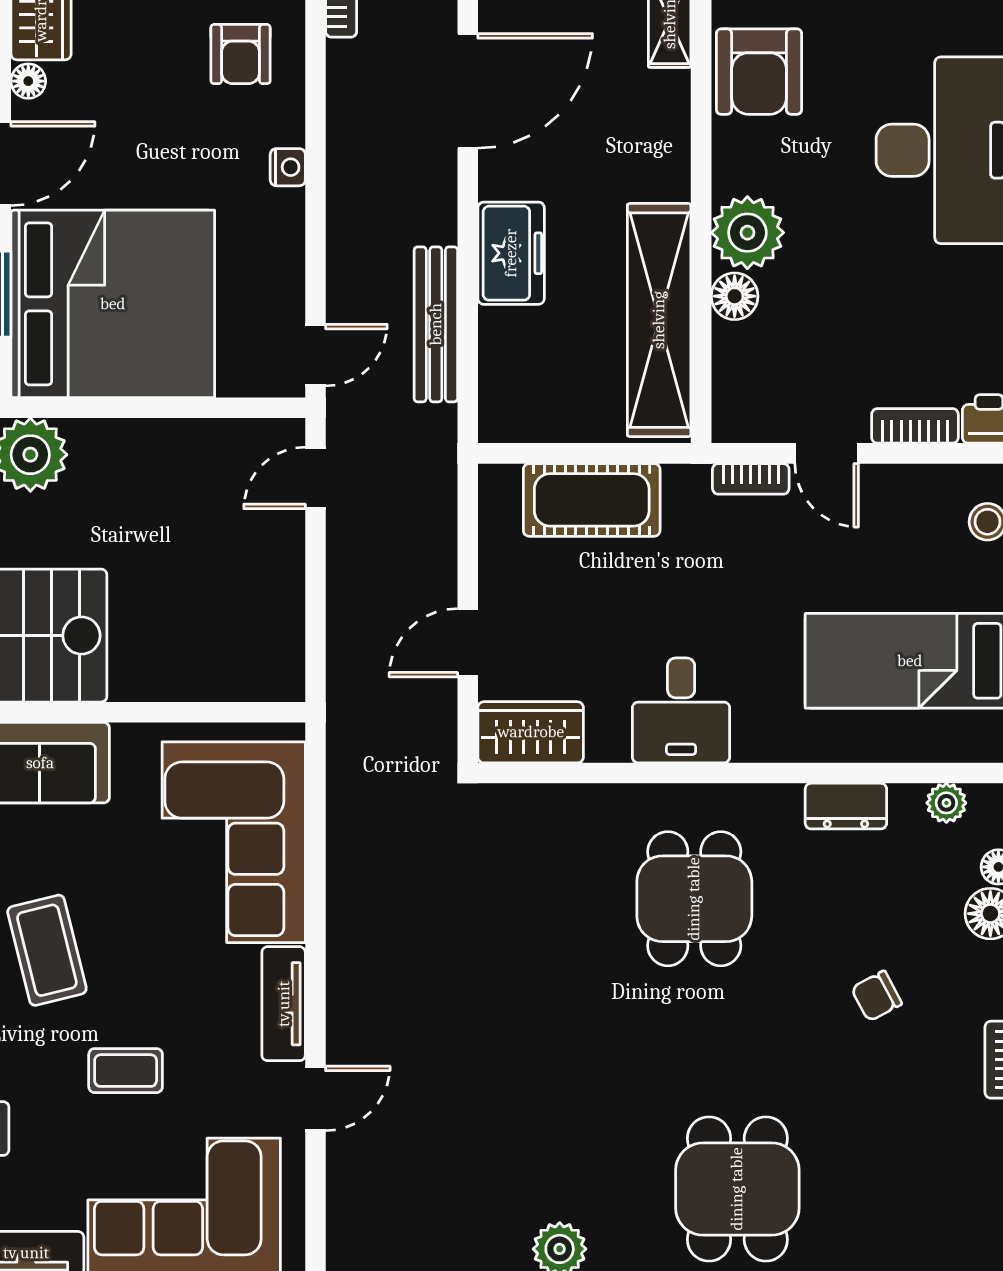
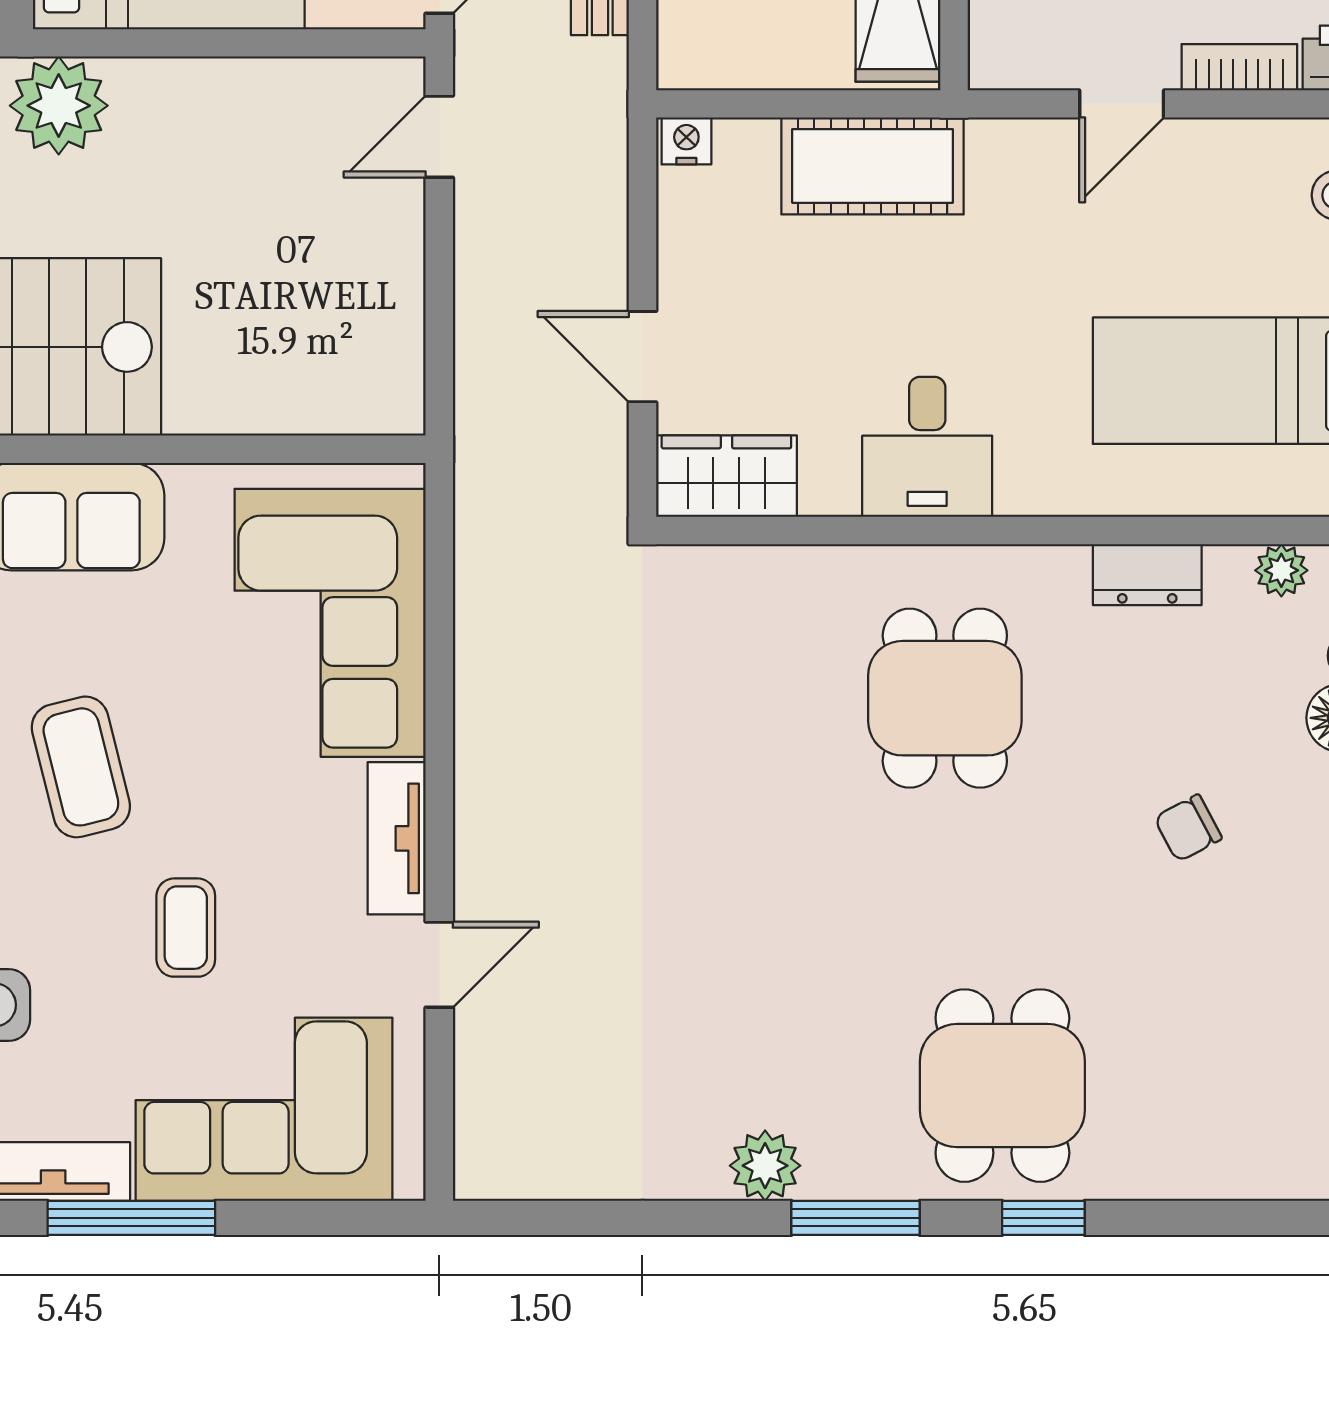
door: (827, 453) -> (1122, 104), hinge flipped
bookcase: (751, 479) -> (1020, 138), removed
nightstand: (501, 481) -> (686, 141), added
cot: (592, 500) -> (873, 166), moved
door: (468, 643) -> (642, 357), hinge flipped
coffee table: (126, 1071) -> (186, 928), turned 90

